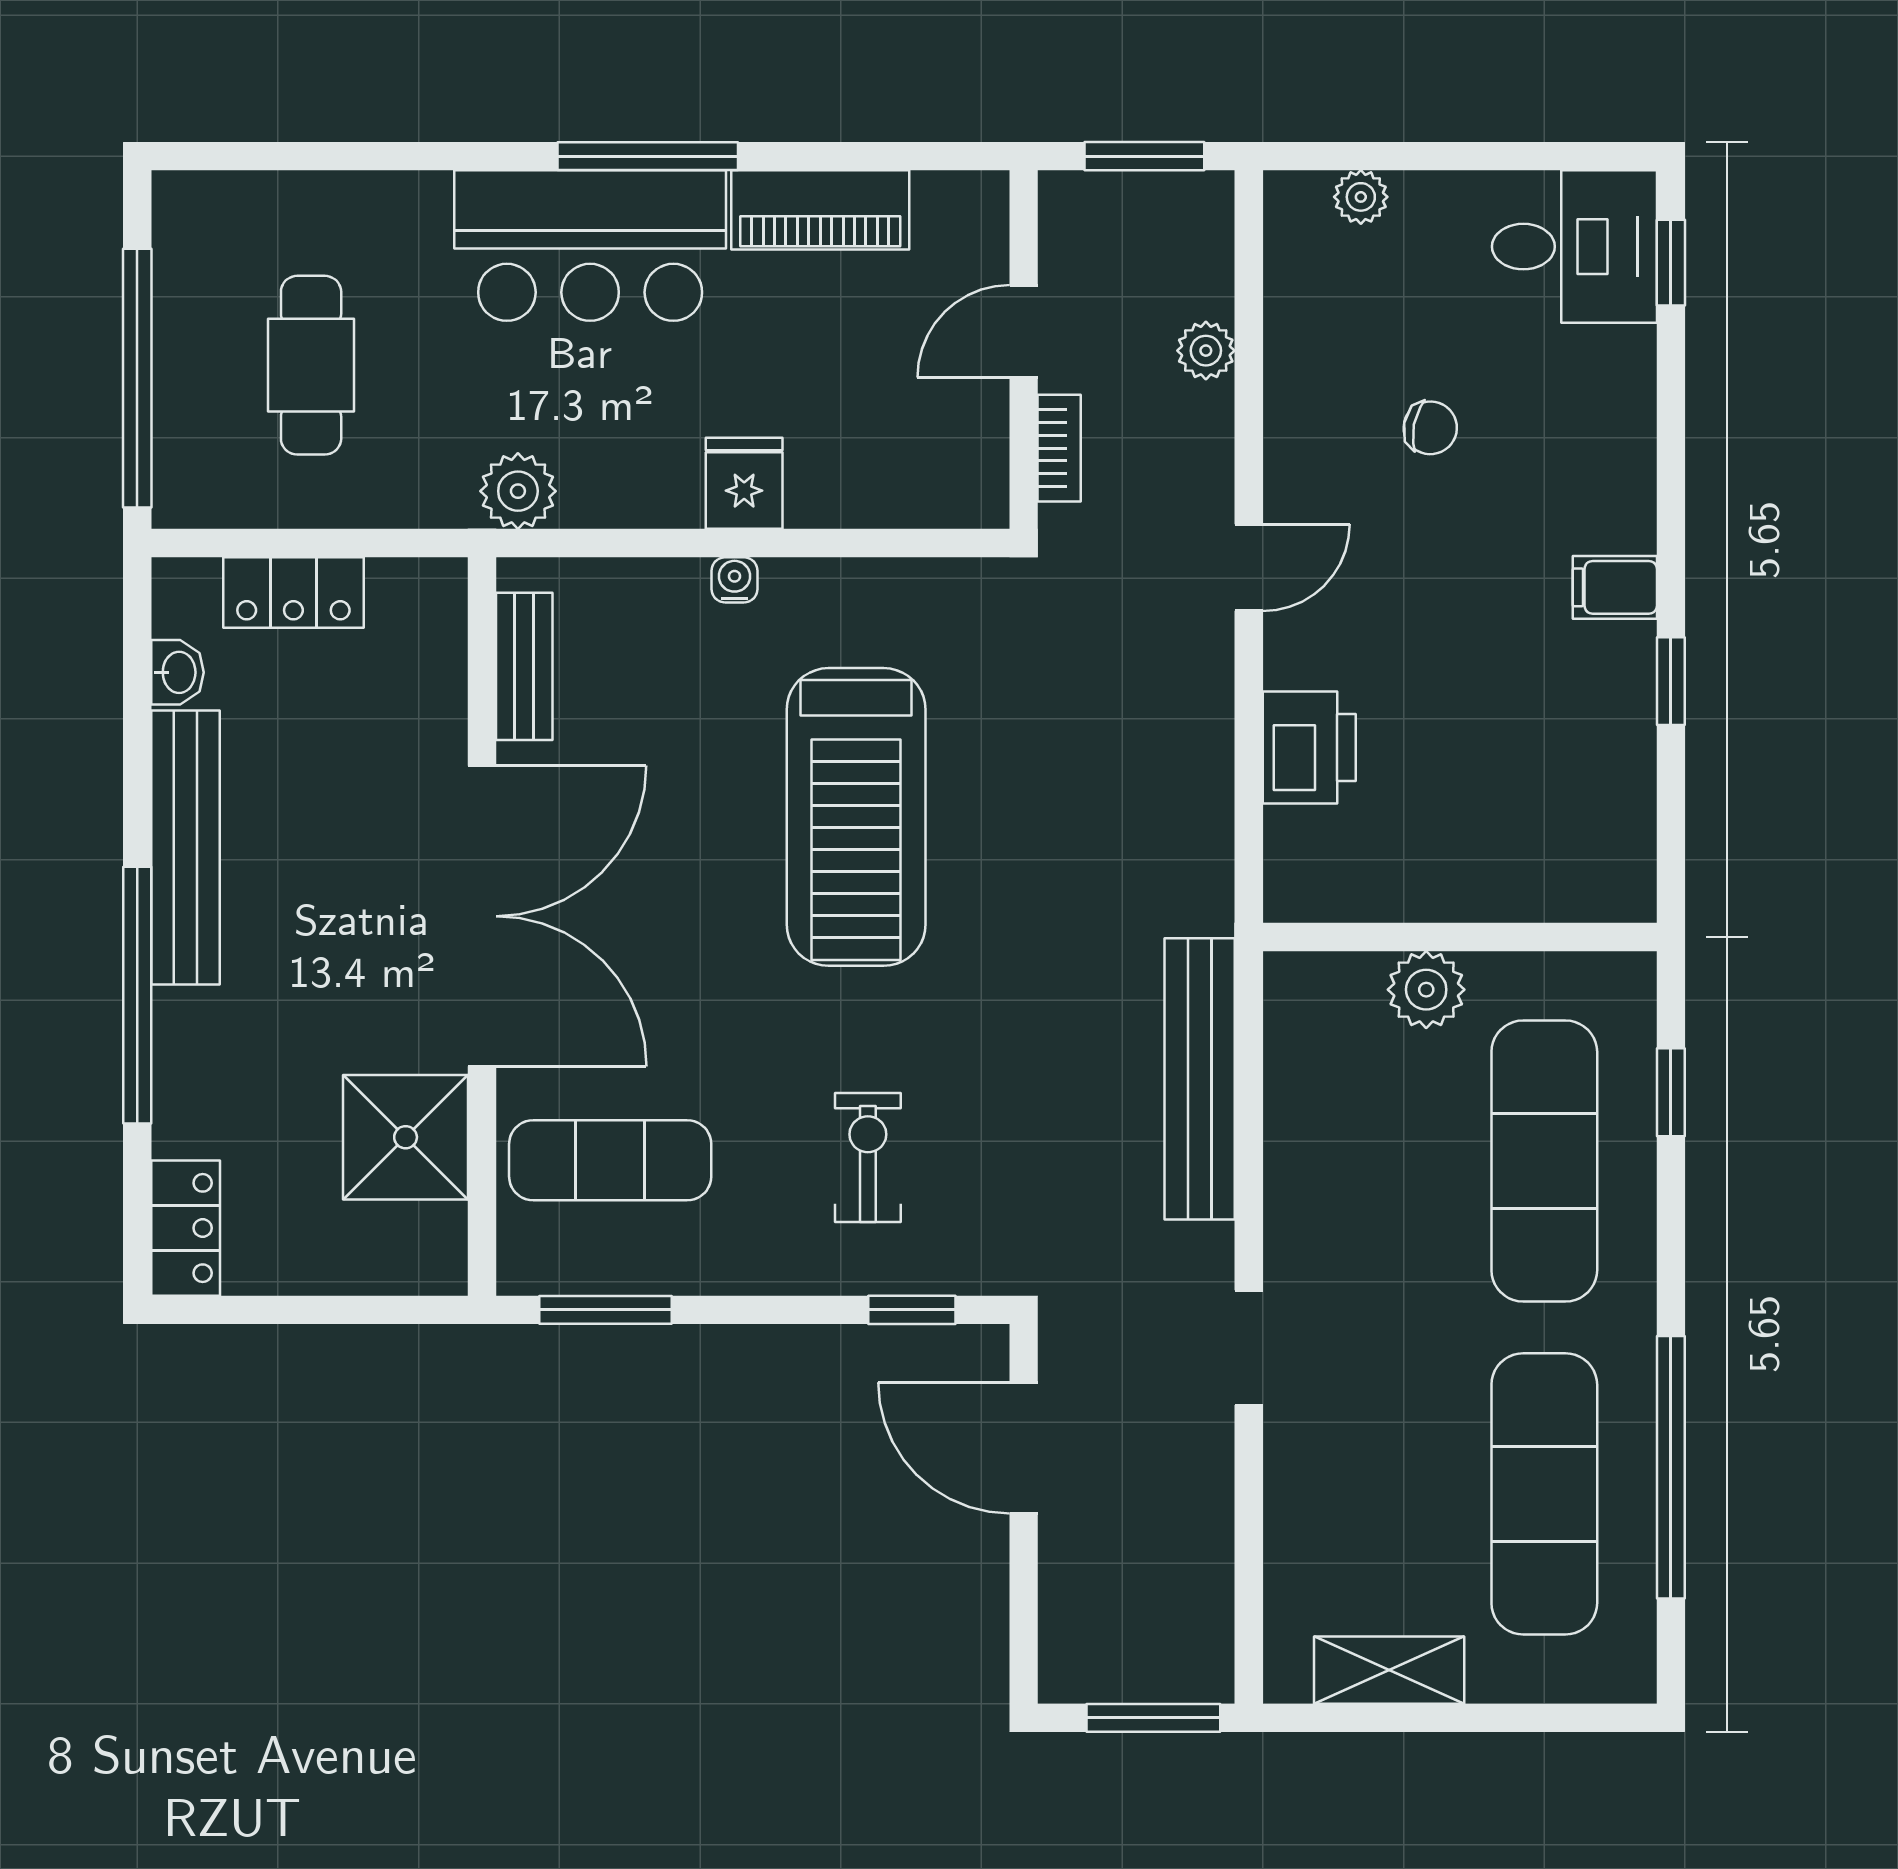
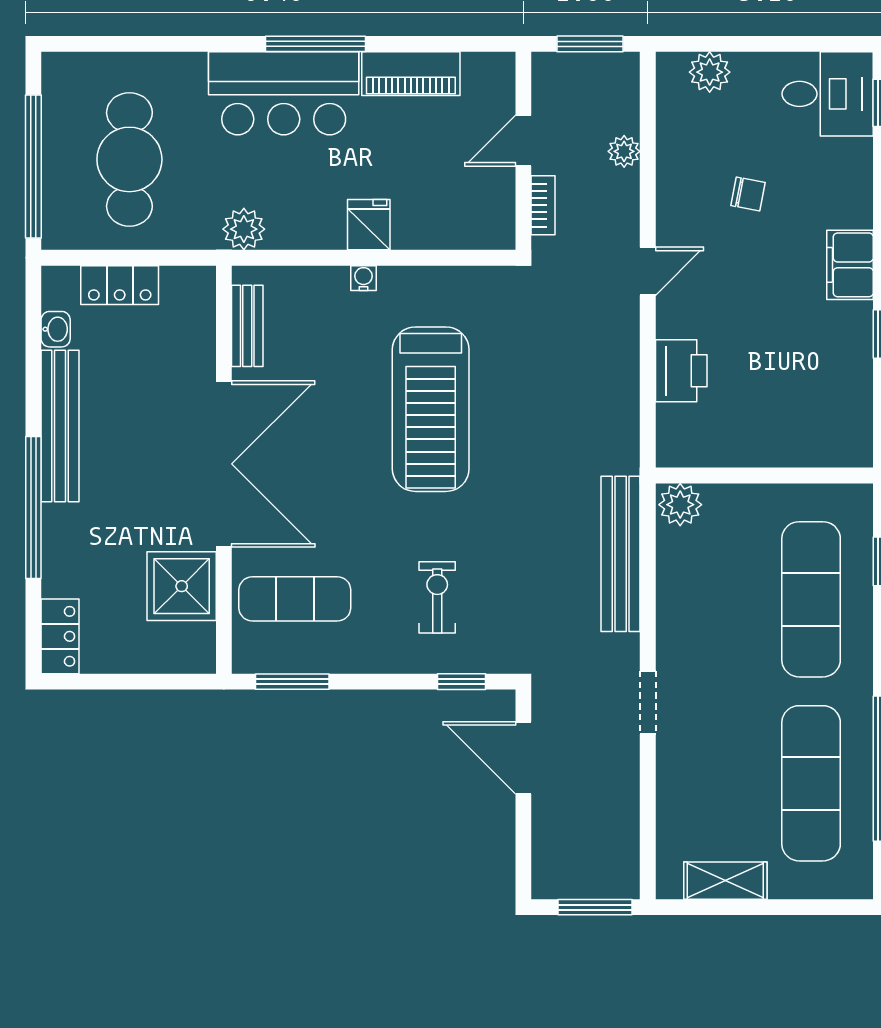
plant: (1361, 197) -> (710, 72), width x1.38, depth x1.38
cafe table: (311, 365) -> (129, 159), width x1.37, depth x1.35
filing cabinet: (1615, 587) -> (850, 265), width x2.00
plant: (1426, 990) -> (680, 505), moved

